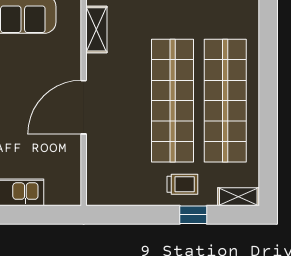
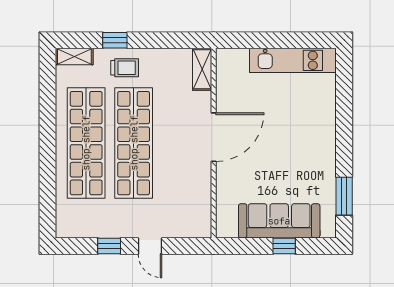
shelving: (96, 29) -> (202, 69), moved
trolley: (182, 184) -> (125, 68), turned 180

